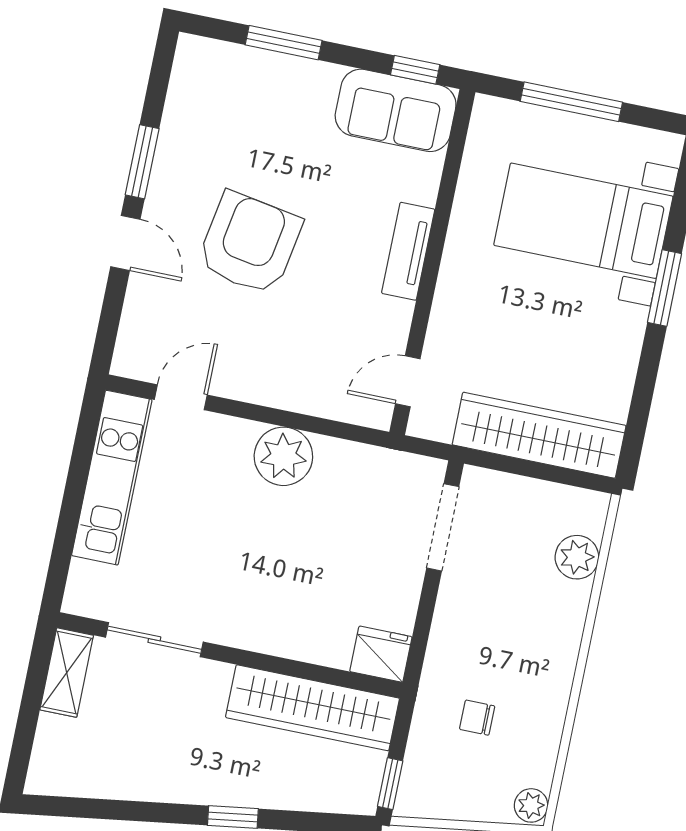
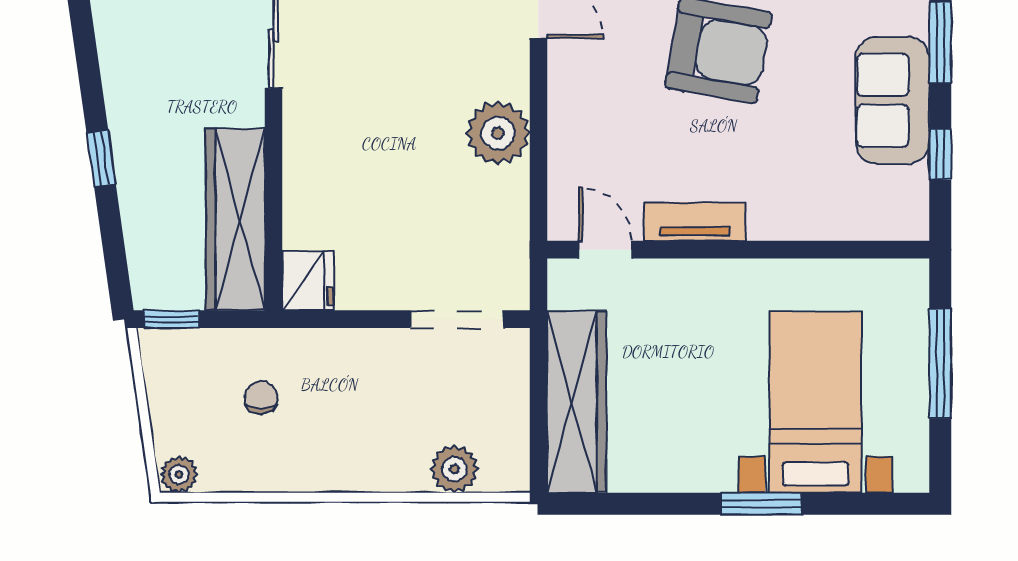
window: (415, 70) -> (940, 154), moved
sofa: (396, 110) -> (892, 100), moved
tv unit: (408, 251) -> (695, 222), moved

